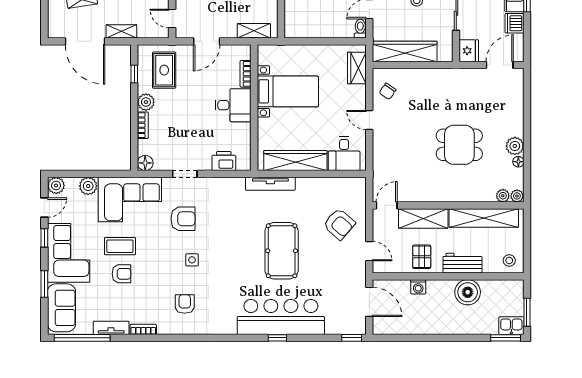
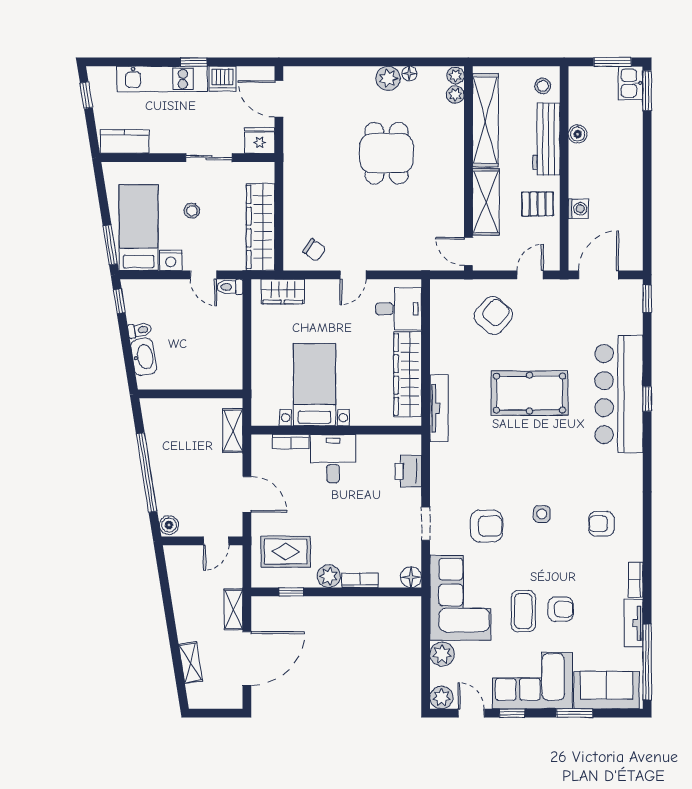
armchair: (183, 219) -> (486, 526), turned 90
workbench: (462, 263) -> (546, 139), width x1.38
armchair: (121, 274) -> (561, 609), turned 90
boiler: (468, 292) -> (578, 134), width x0.54, depth x0.54

